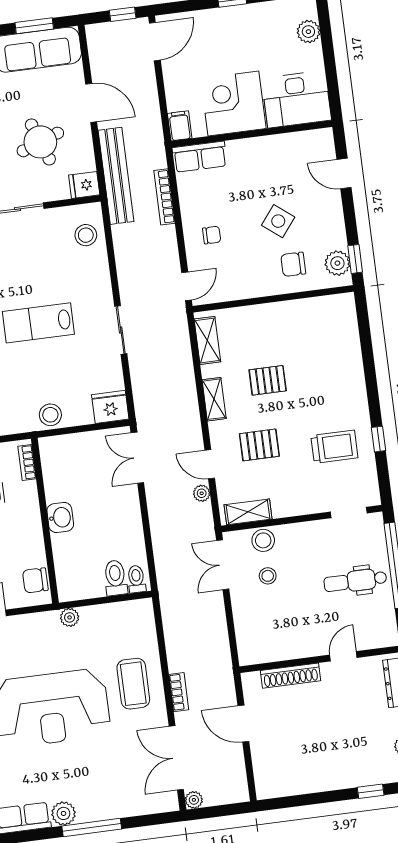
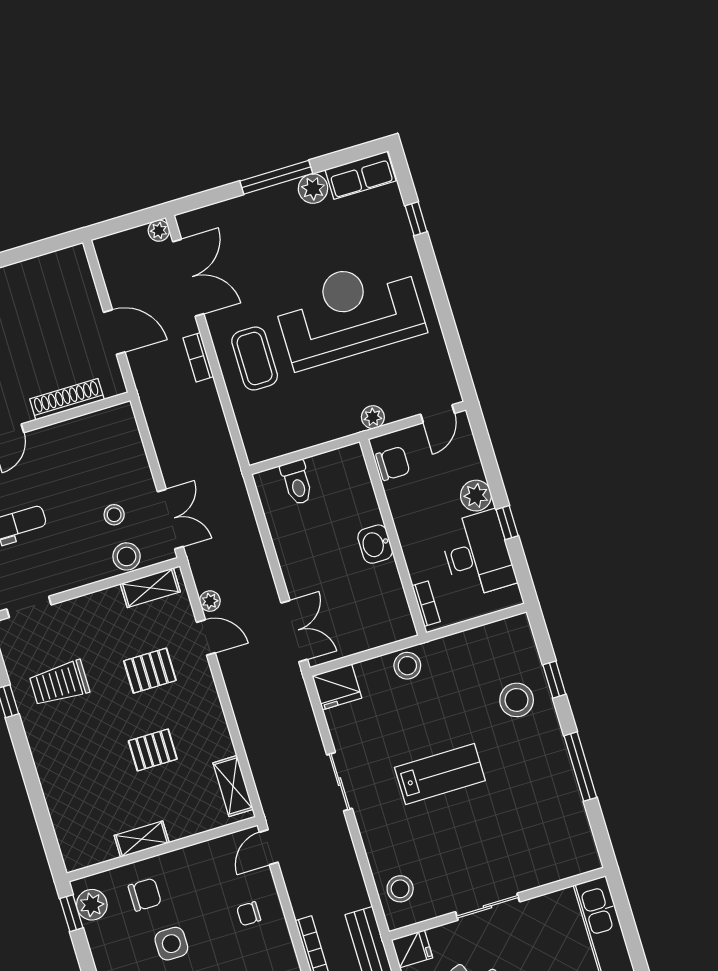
side table: (278, 221) -> (171, 944), turned -38
shelving: (214, 399) -> (142, 839), moved, turned 90
toilet: (136, 579) -> (271, 485), removed
plant: (70, 617) -> (373, 417), moved

